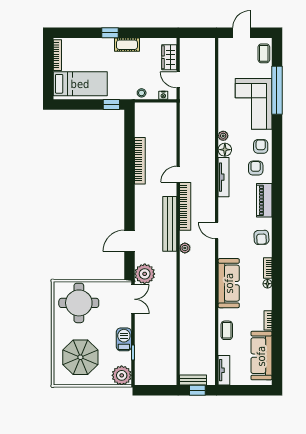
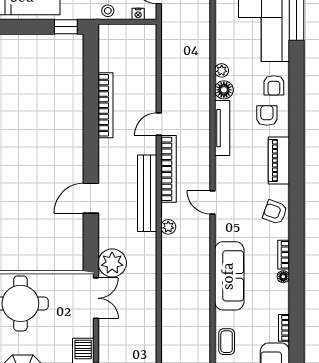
armchair: (261, 146) -> (274, 85), turned 180
armchair: (261, 237) -> (275, 212), turned 113
door: (129, 241) -> (91, 198), moved

